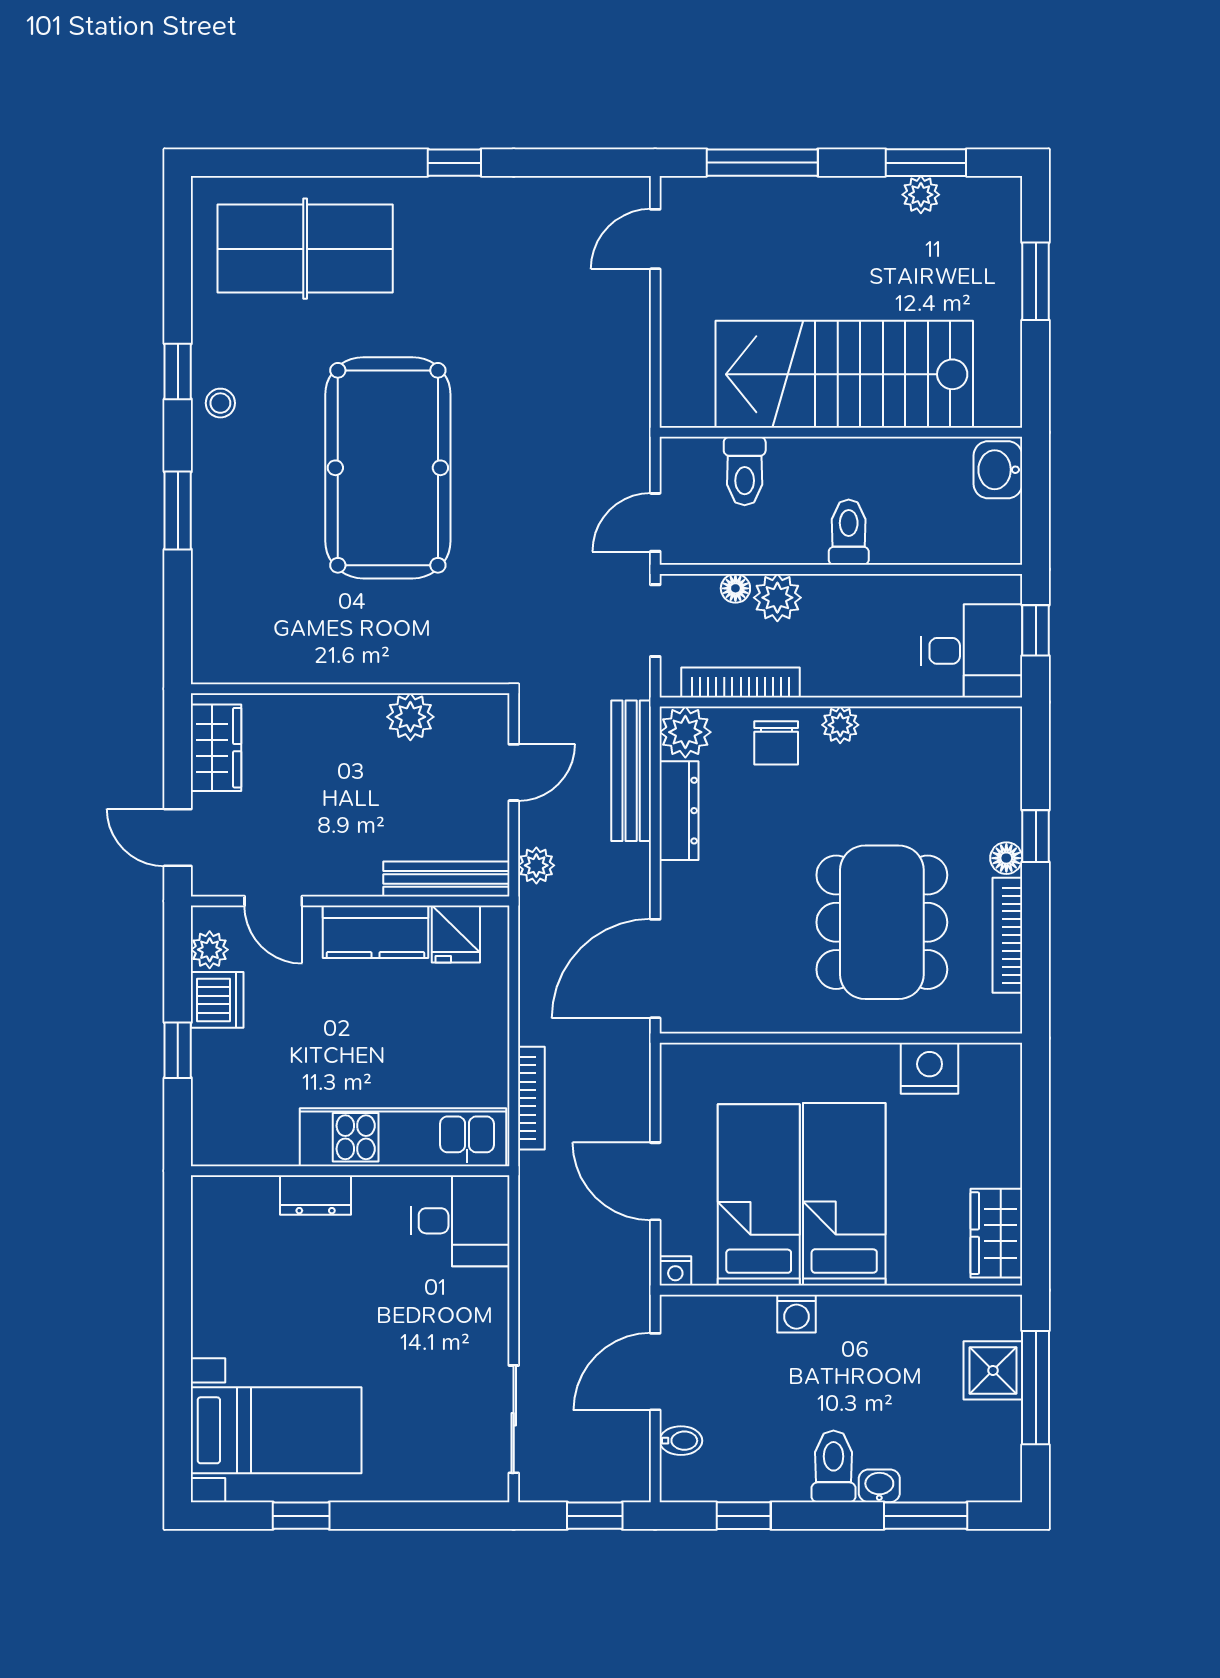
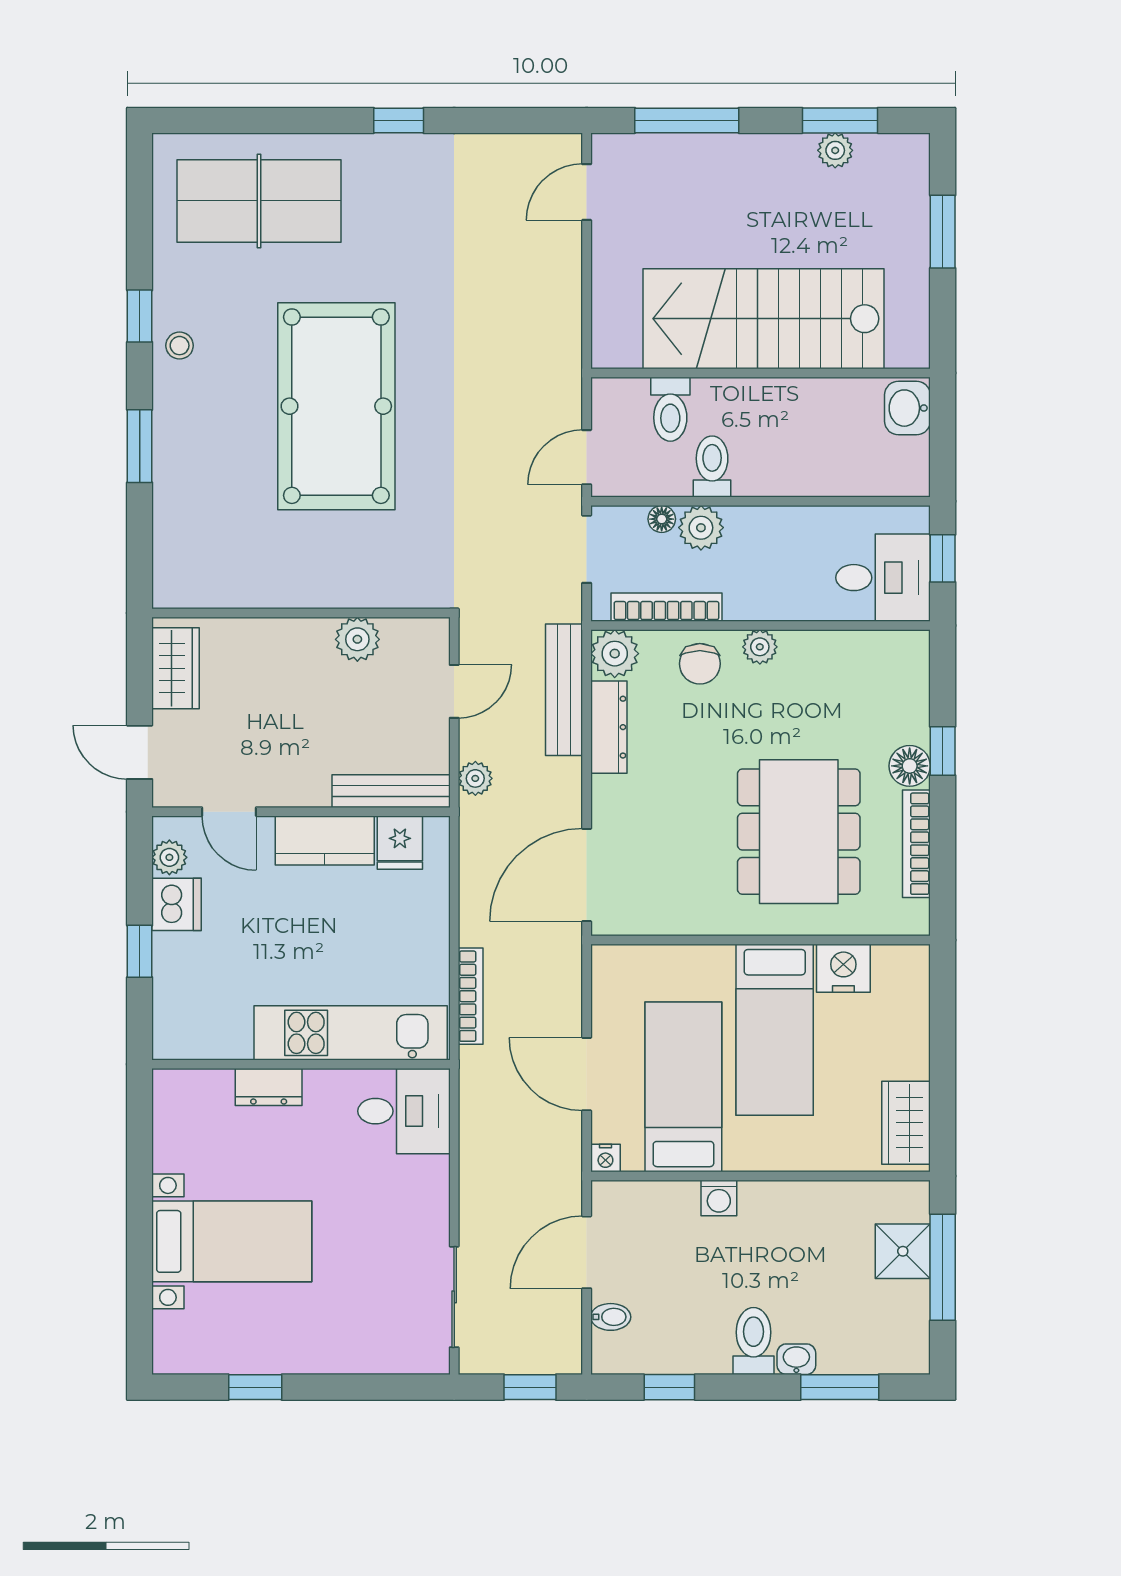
toilet: (849, 532) -> (712, 466), moved
floor lamp: (1006, 858) -> (910, 766), width x1.37, depth x1.37
bed: (844, 1194) -> (775, 1030), moved, turned 180
bed with nightstands: (276, 1430) -> (232, 1241), moved

